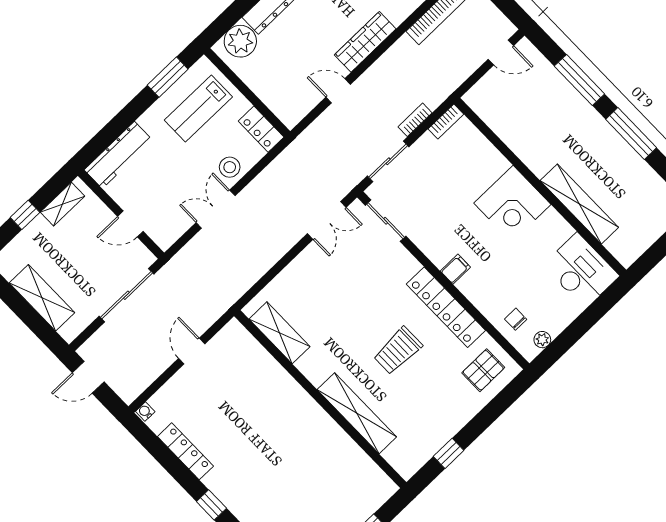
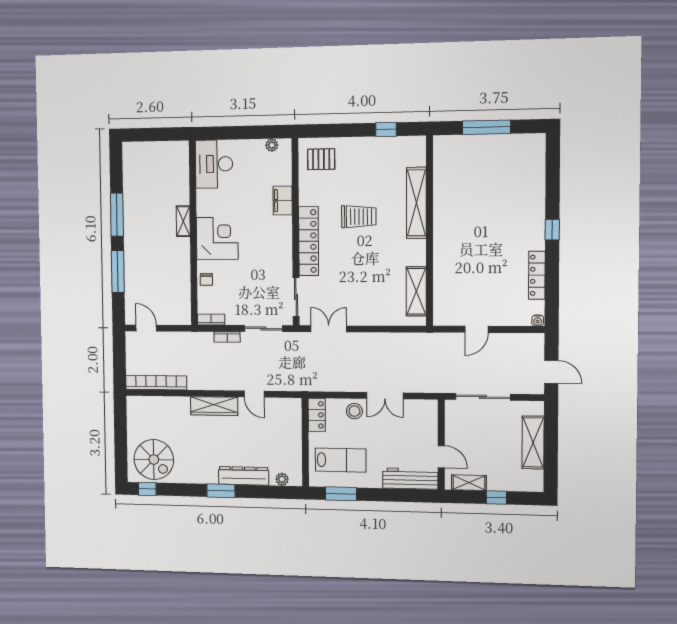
plant: (240, 41) -> (282, 479), width x0.53, depth x0.53
shelving: (579, 204) -> (183, 221), width x0.45, depth x0.75
door: (130, 224) -> (441, 457), moved
filing cabinet: (455, 269) -> (283, 200), moved, width x2.00
locker: (446, 307) -> (309, 241), moved
chair: (516, 319) -> (206, 279), moved

